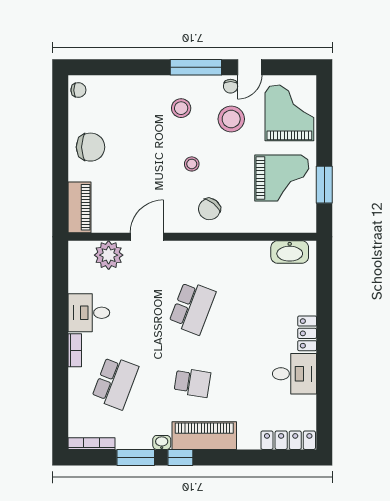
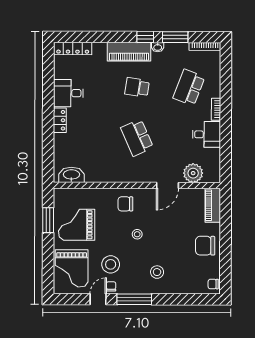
stool: (181, 108) -> (157, 272), moved
chair: (209, 209) -> (125, 204), turned -129
school desk: (192, 308) -> (137, 138), turned -45

